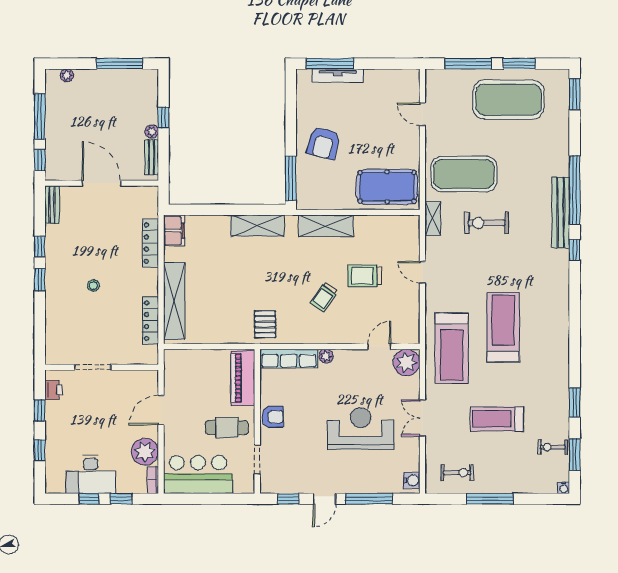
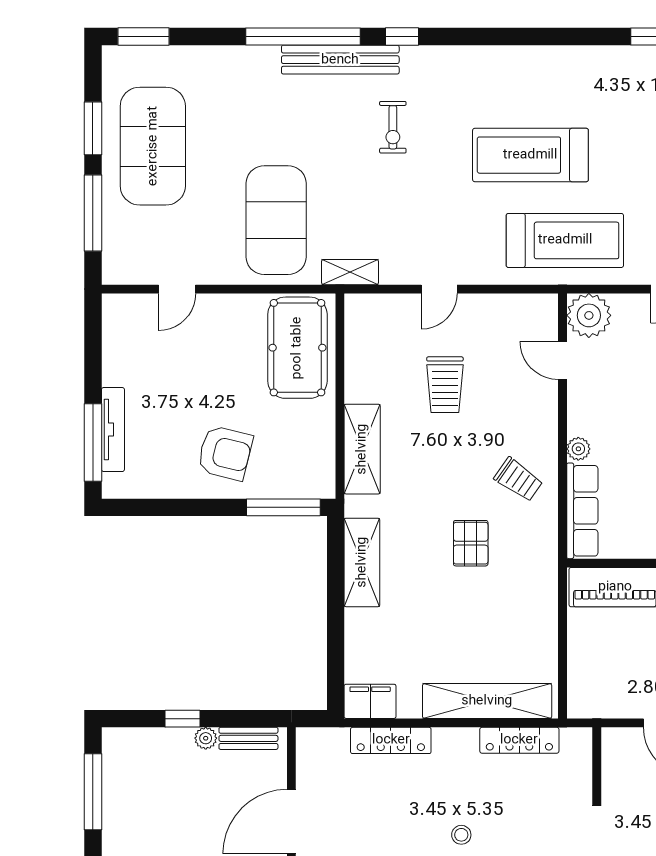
exercise bike: (487, 223) -> (393, 127), moved, width x0.73, depth x0.72
trolley: (324, 297) -> (518, 480), moved
pallet: (265, 324) -> (471, 543), moved, turned 90

